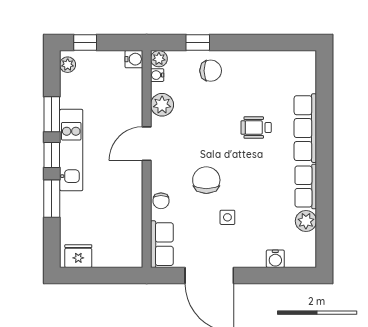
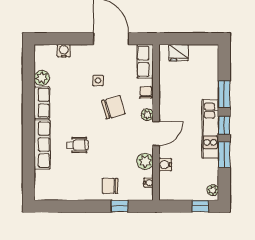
water cooler: (134, 59) -> (165, 165), moved
plant: (159, 59) -> (147, 115), moved
chair: (206, 180) -> (113, 107), turned -106
fridge: (78, 256) -> (179, 53), moved

